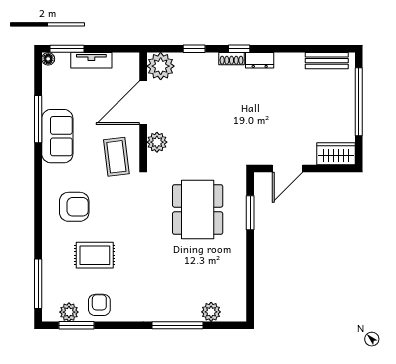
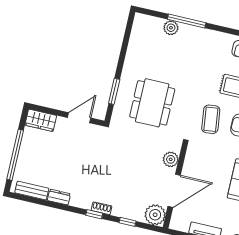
dresser: (260, 60) -> (59, 197), moved
coffee table: (116, 157) -> (211, 119), moved
plant: (211, 312) -> (171, 28), moved

